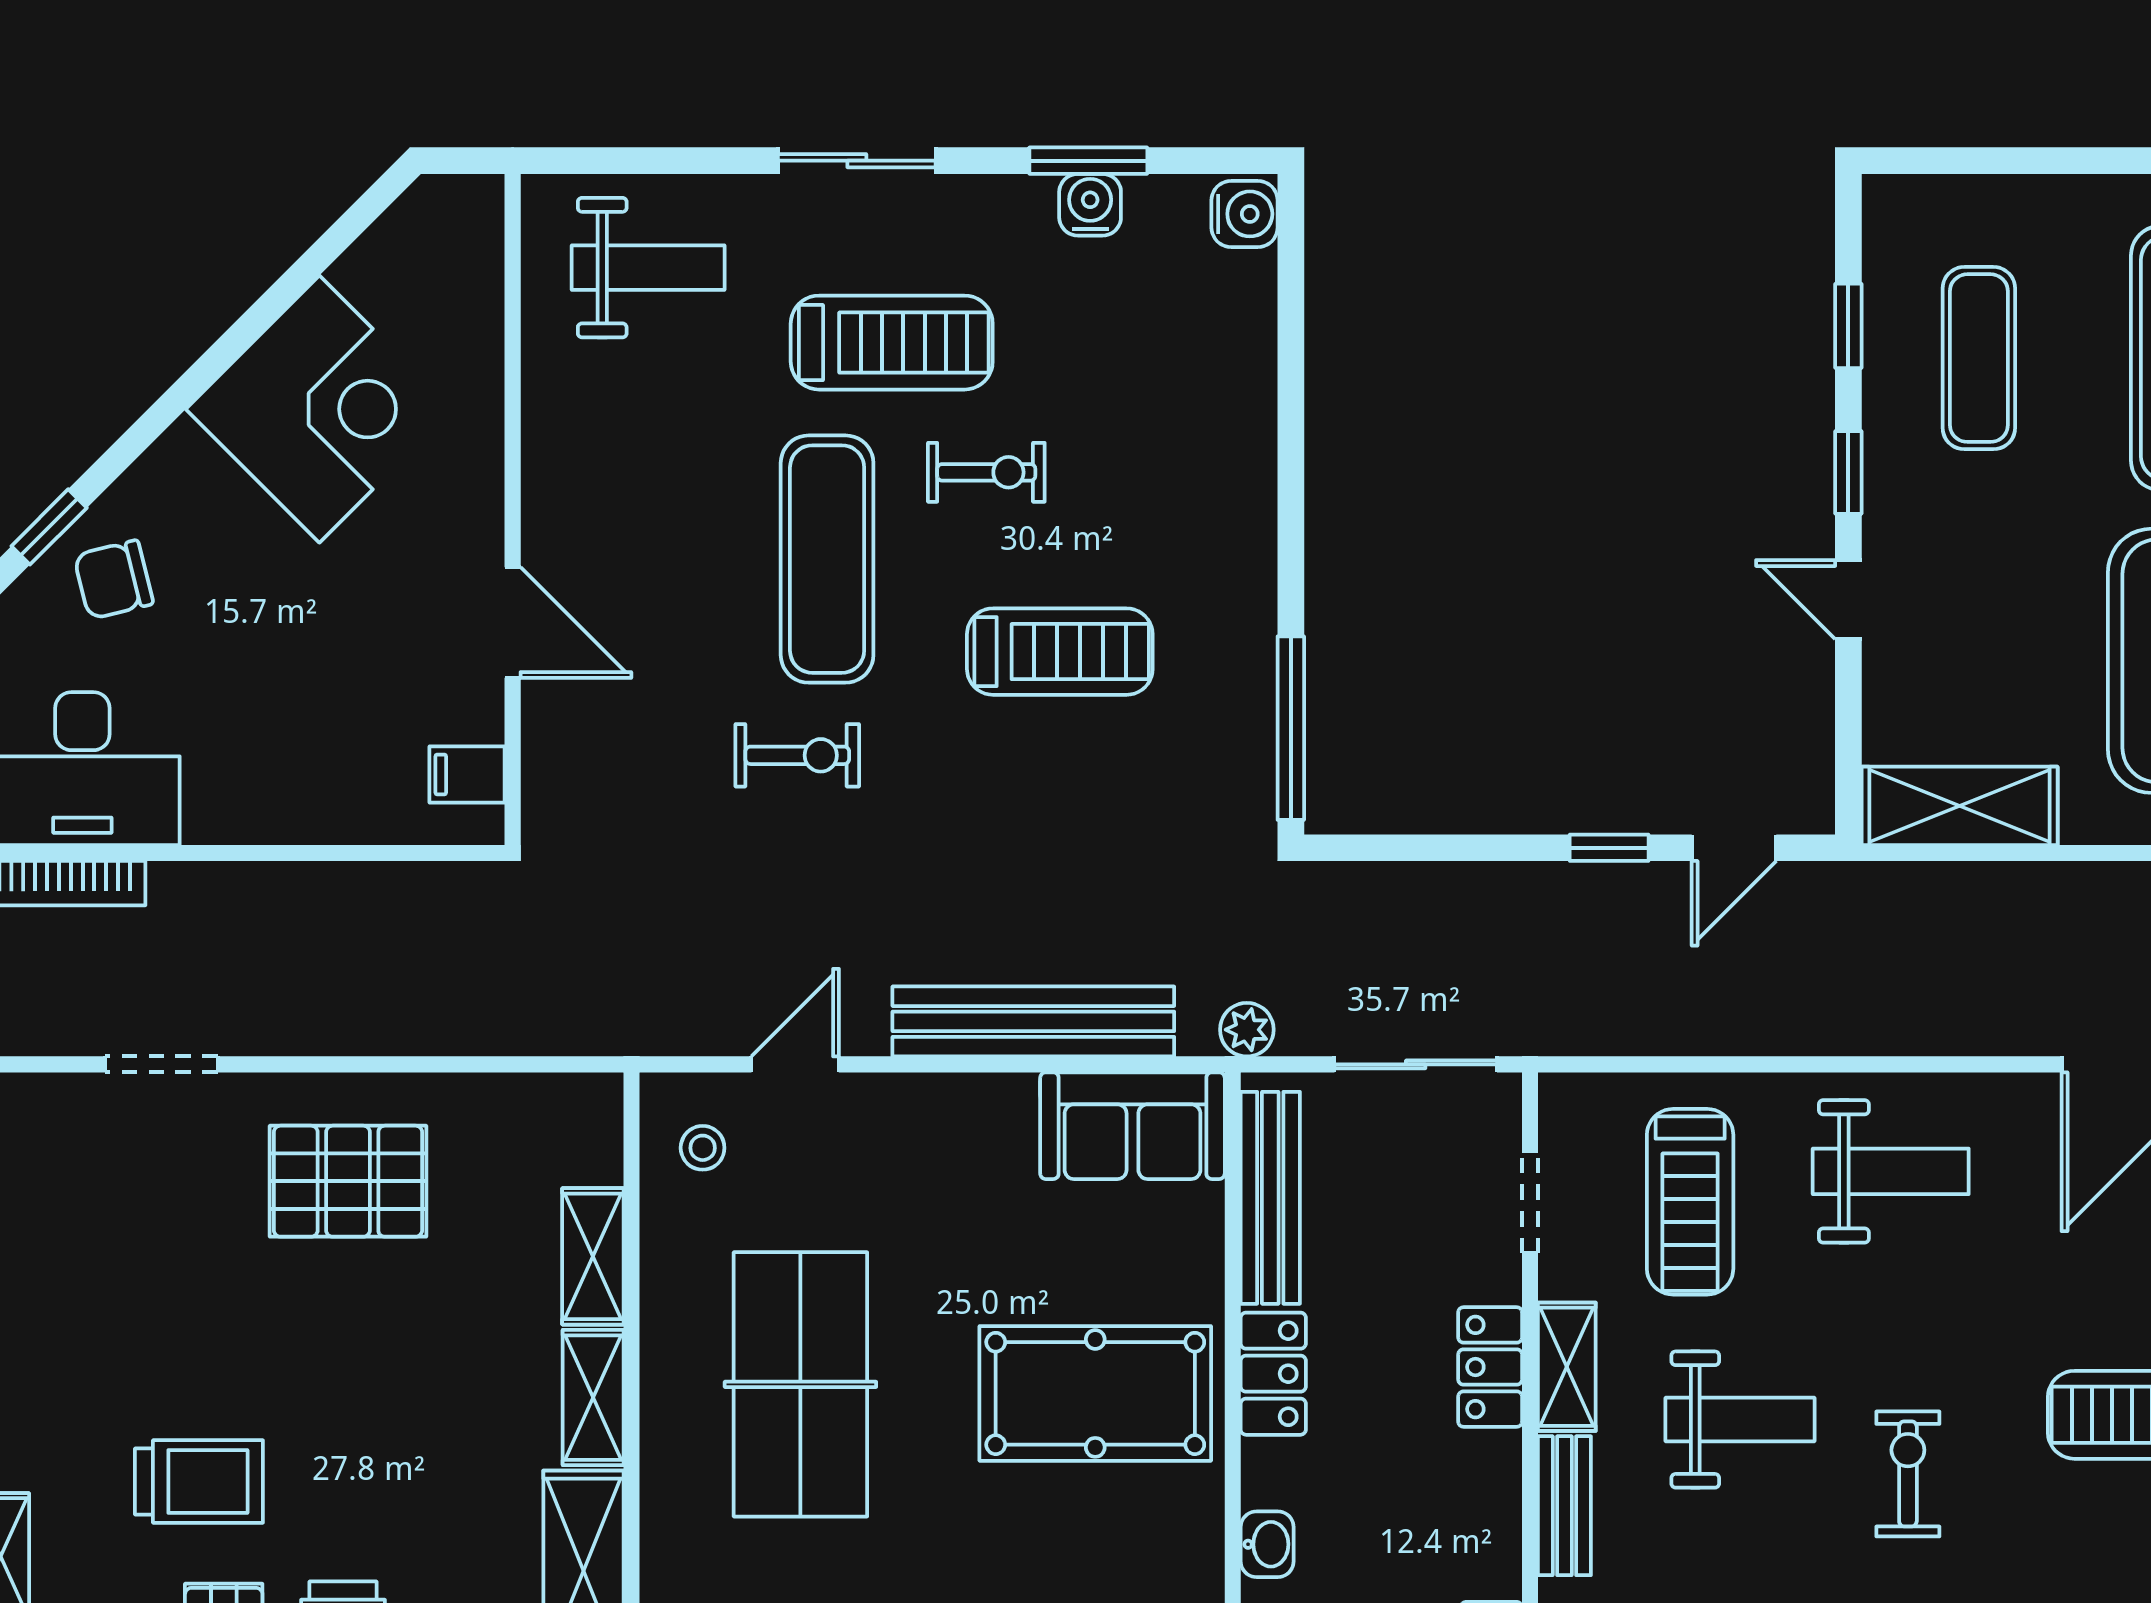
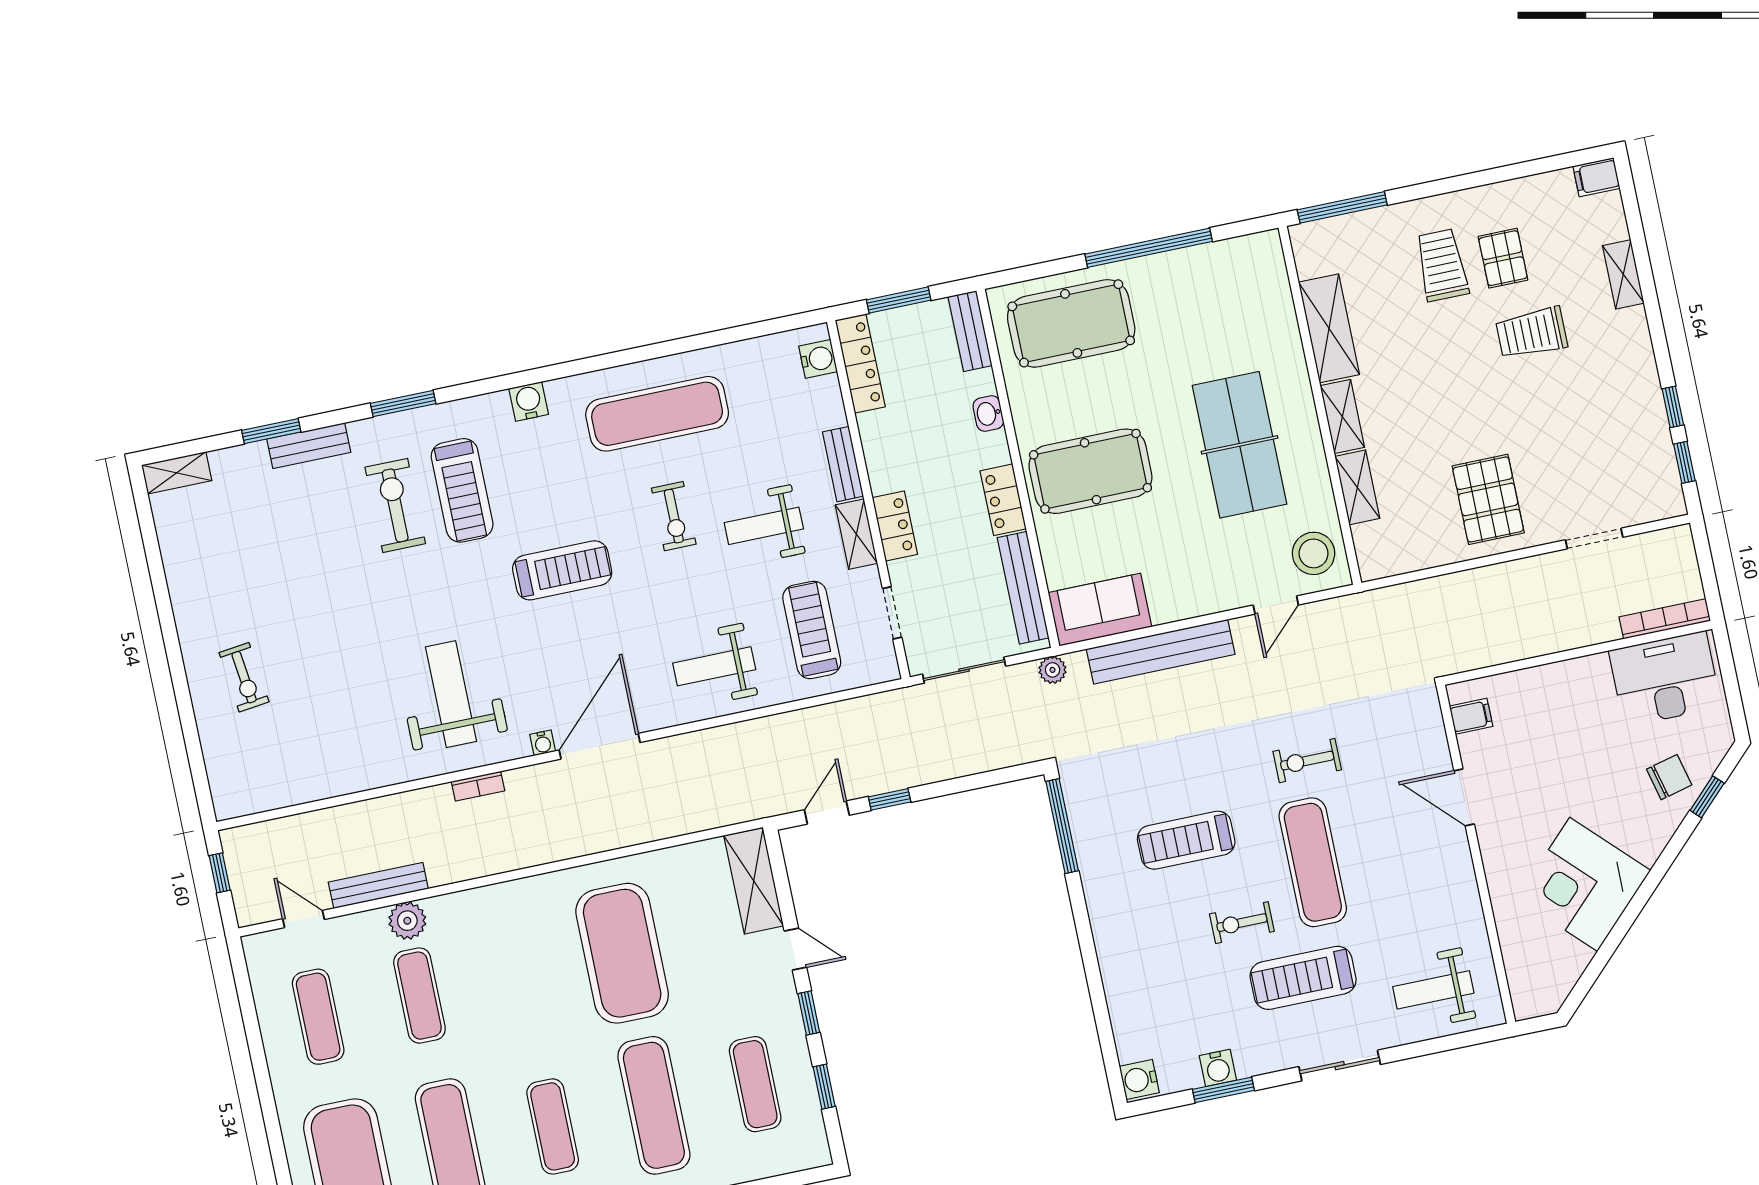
shelving: (1960, 806) -> (754, 881), moved, turned 90
stool: (703, 1148) -> (1314, 553), width x1.89, depth x1.89
pallet: (348, 1181) -> (1488, 499), turned 90

